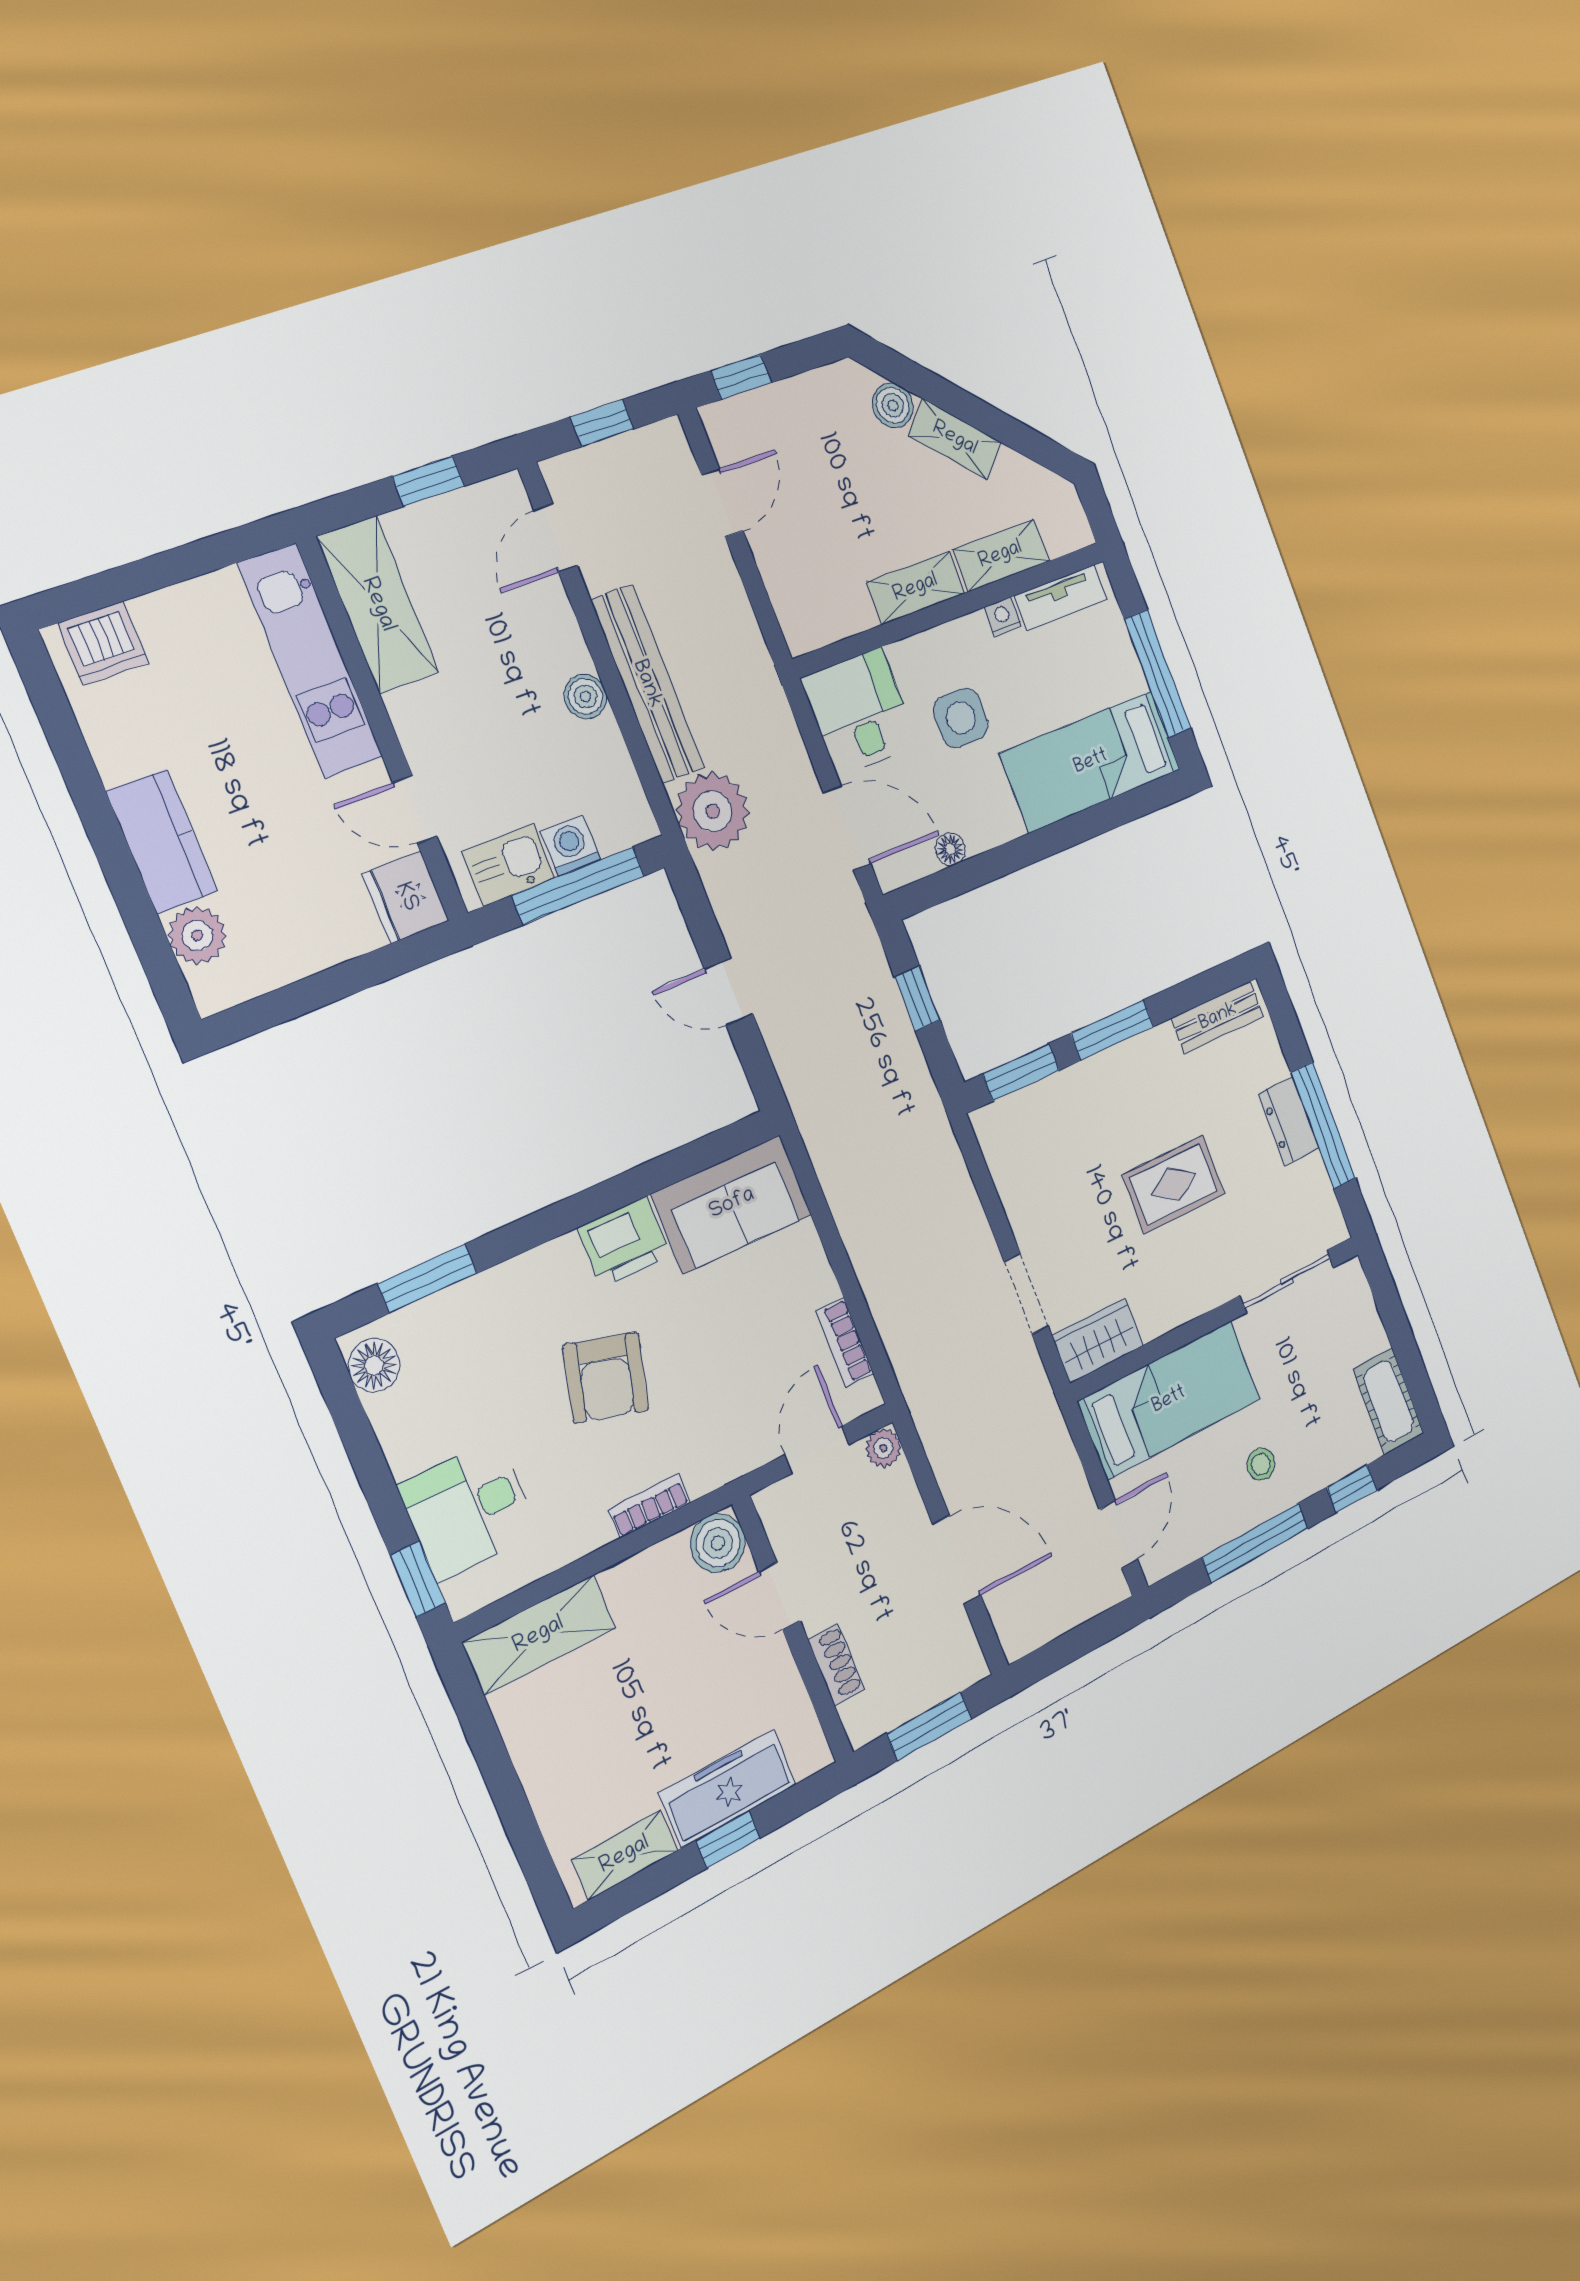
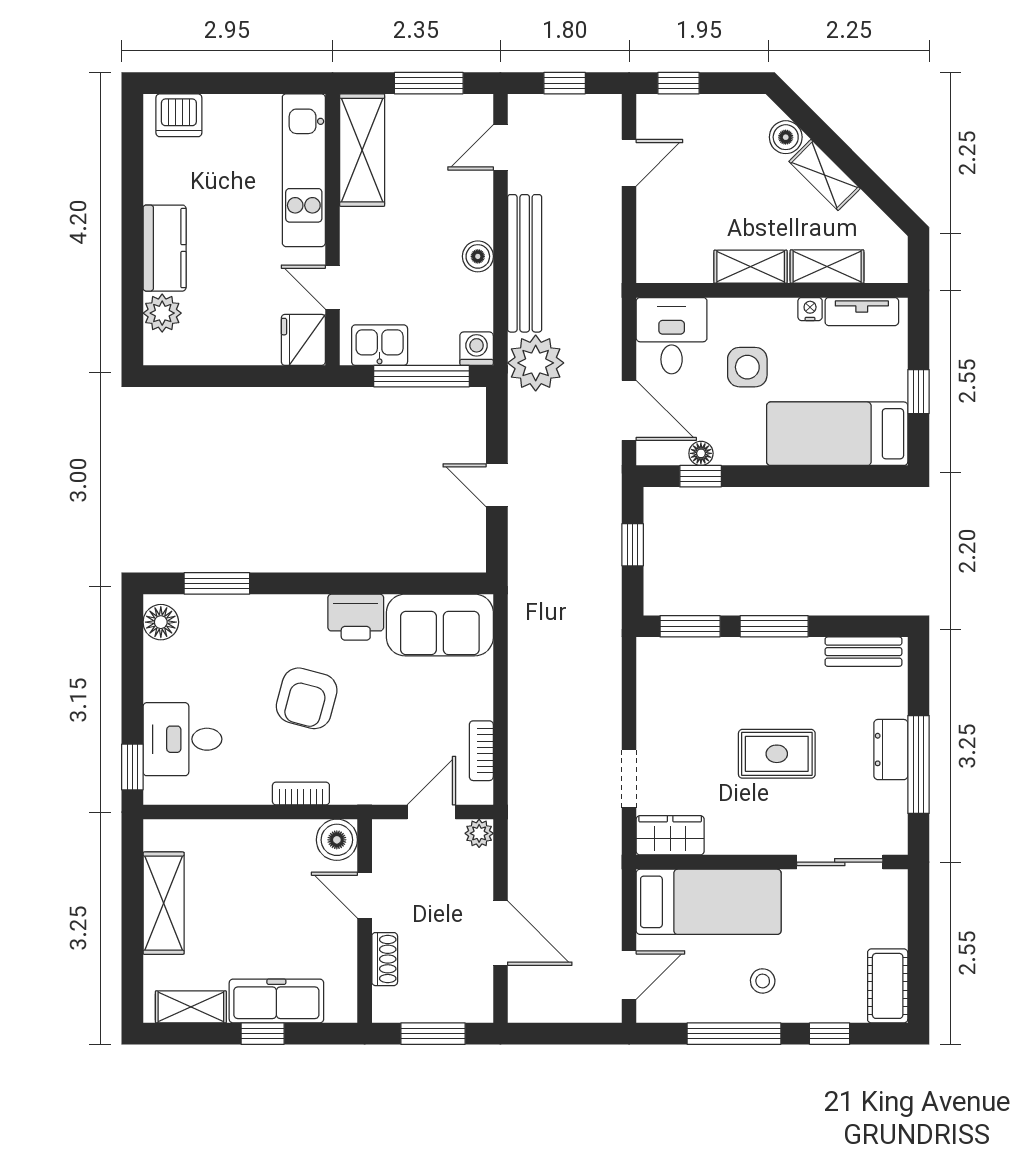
window: (428, 481) -> (429, 83), width x1.50
window: (1158, 674) -> (918, 392), width x0.46
washing machine: (571, 846) -> (477, 349), moved
window: (961, 878) -> (701, 476), added
shelving: (539, 1635) -> (164, 903), moved, turned 90

